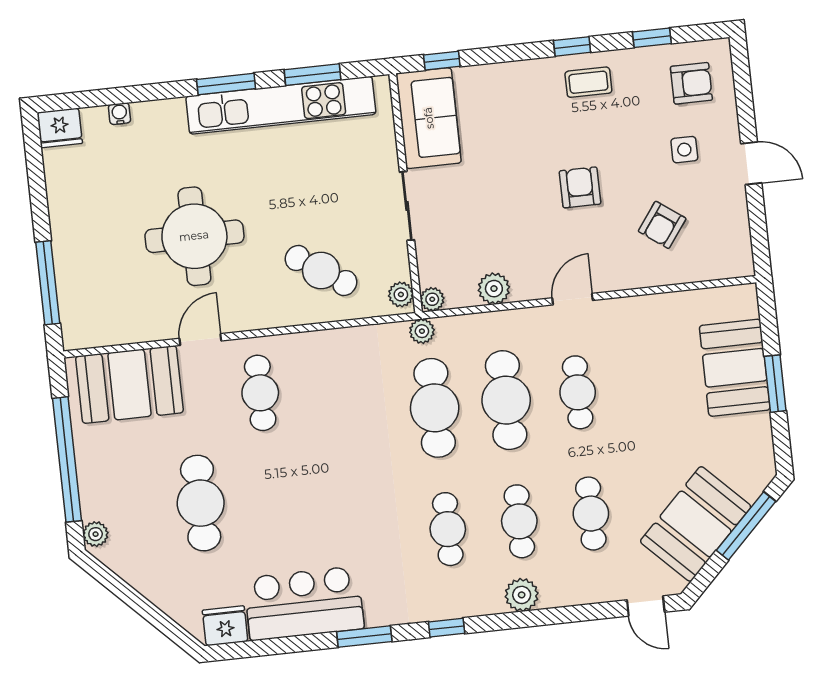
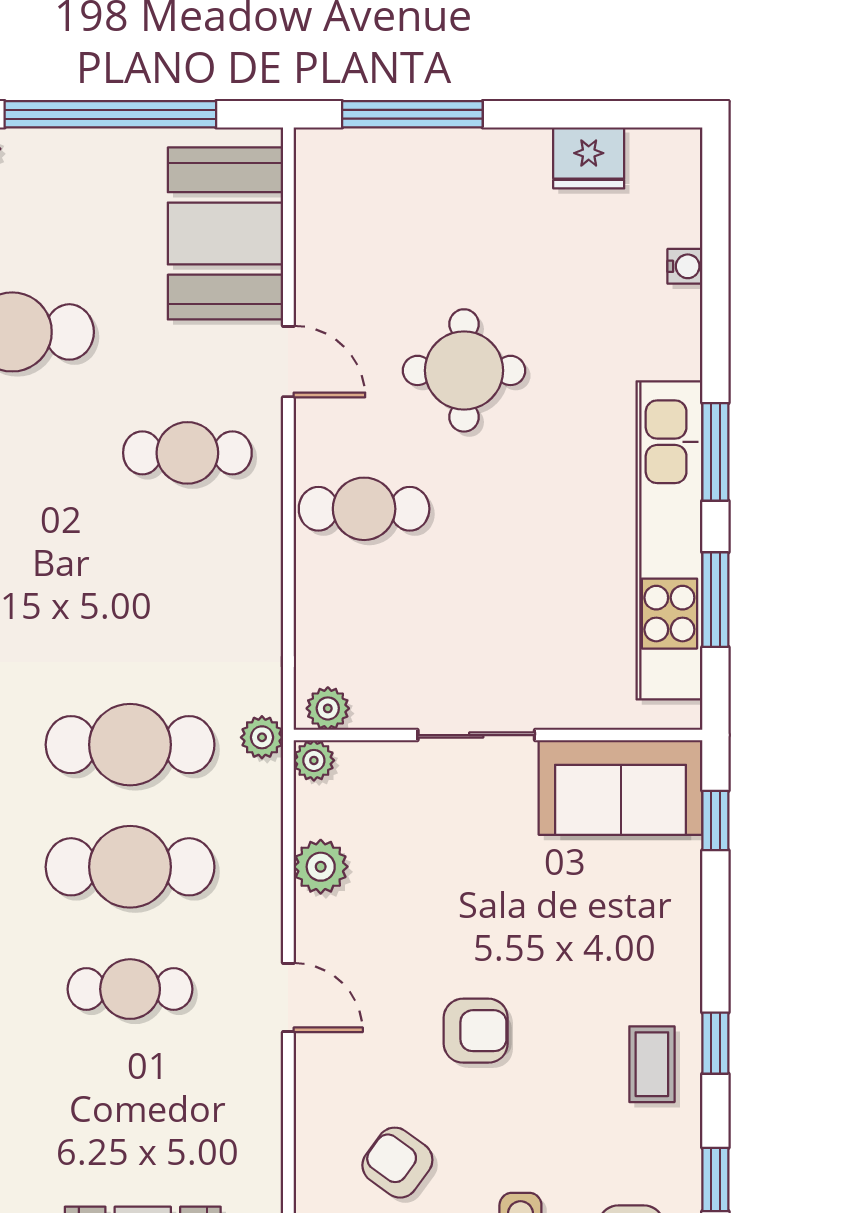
fridge: (60, 128) -> (589, 158), moved, turned -90
round table: (194, 236) -> (464, 370), width x0.73, depth x0.73
cafe table: (321, 271) -> (364, 509), moved, turned 56

